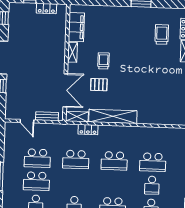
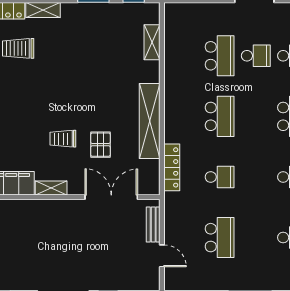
shelving: (77, 117) -> (152, 42), moved
door: (27, 121) -> (162, 256), hinge flipped
locker: (88, 130) -> (172, 167), width x1.53
school desk: (76, 159) -> (220, 177), width x0.54
school desk: (36, 181) -> (256, 238), removed

